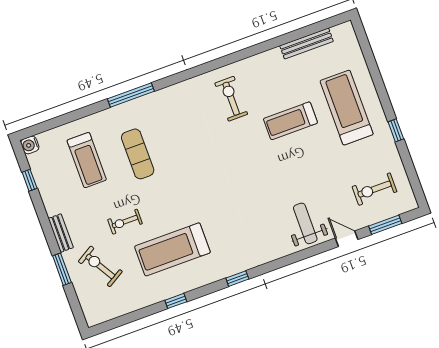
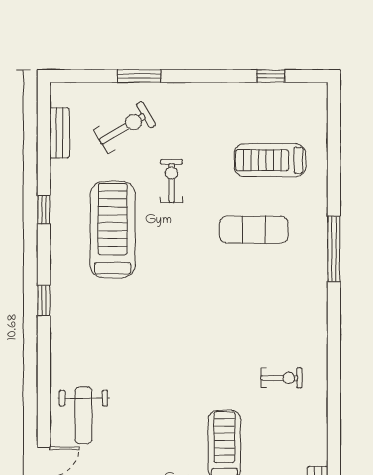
exercise bike: (231, 99) -> (281, 378), width x0.73, depth x0.72
water cooler: (30, 145) -> (317, 93), removed
weight bench: (305, 223) -> (83, 415), turned 90
bench: (61, 233) -> (59, 133), moved, turned 90

